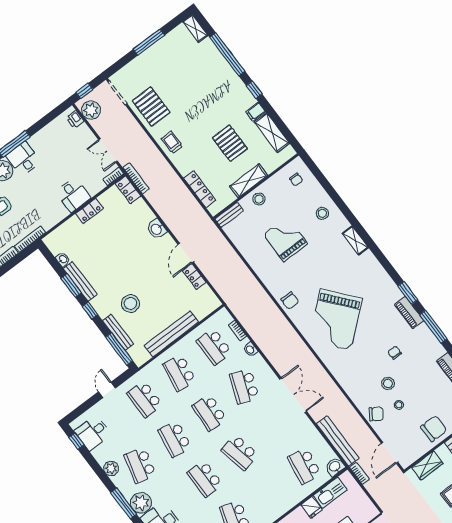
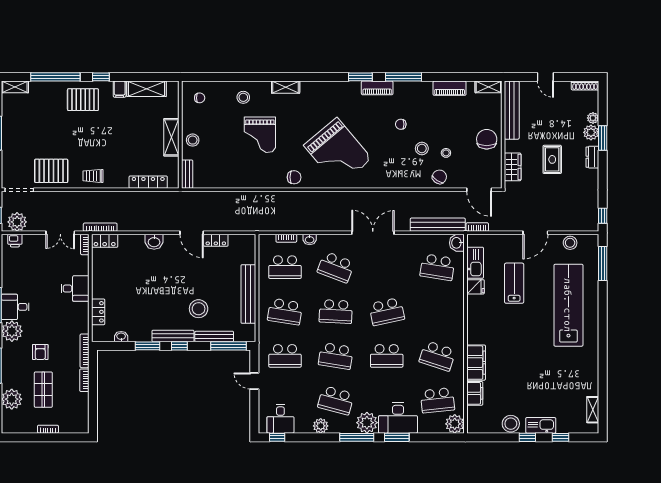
pallet: (230, 143) -> (83, 100), moved
locker: (90, 211) -> (98, 312), moved
grand piano: (285, 239) -> (260, 135), moved, turned -90
bench: (80, 281) -> (173, 336), moved

